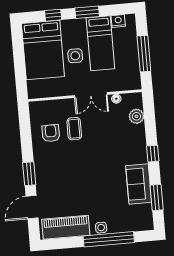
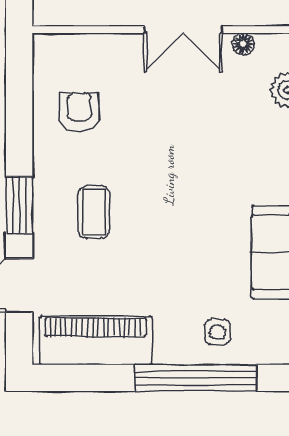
coffee table: (74, 129) -> (94, 212), moved
side table: (101, 228) -> (217, 332), moved

